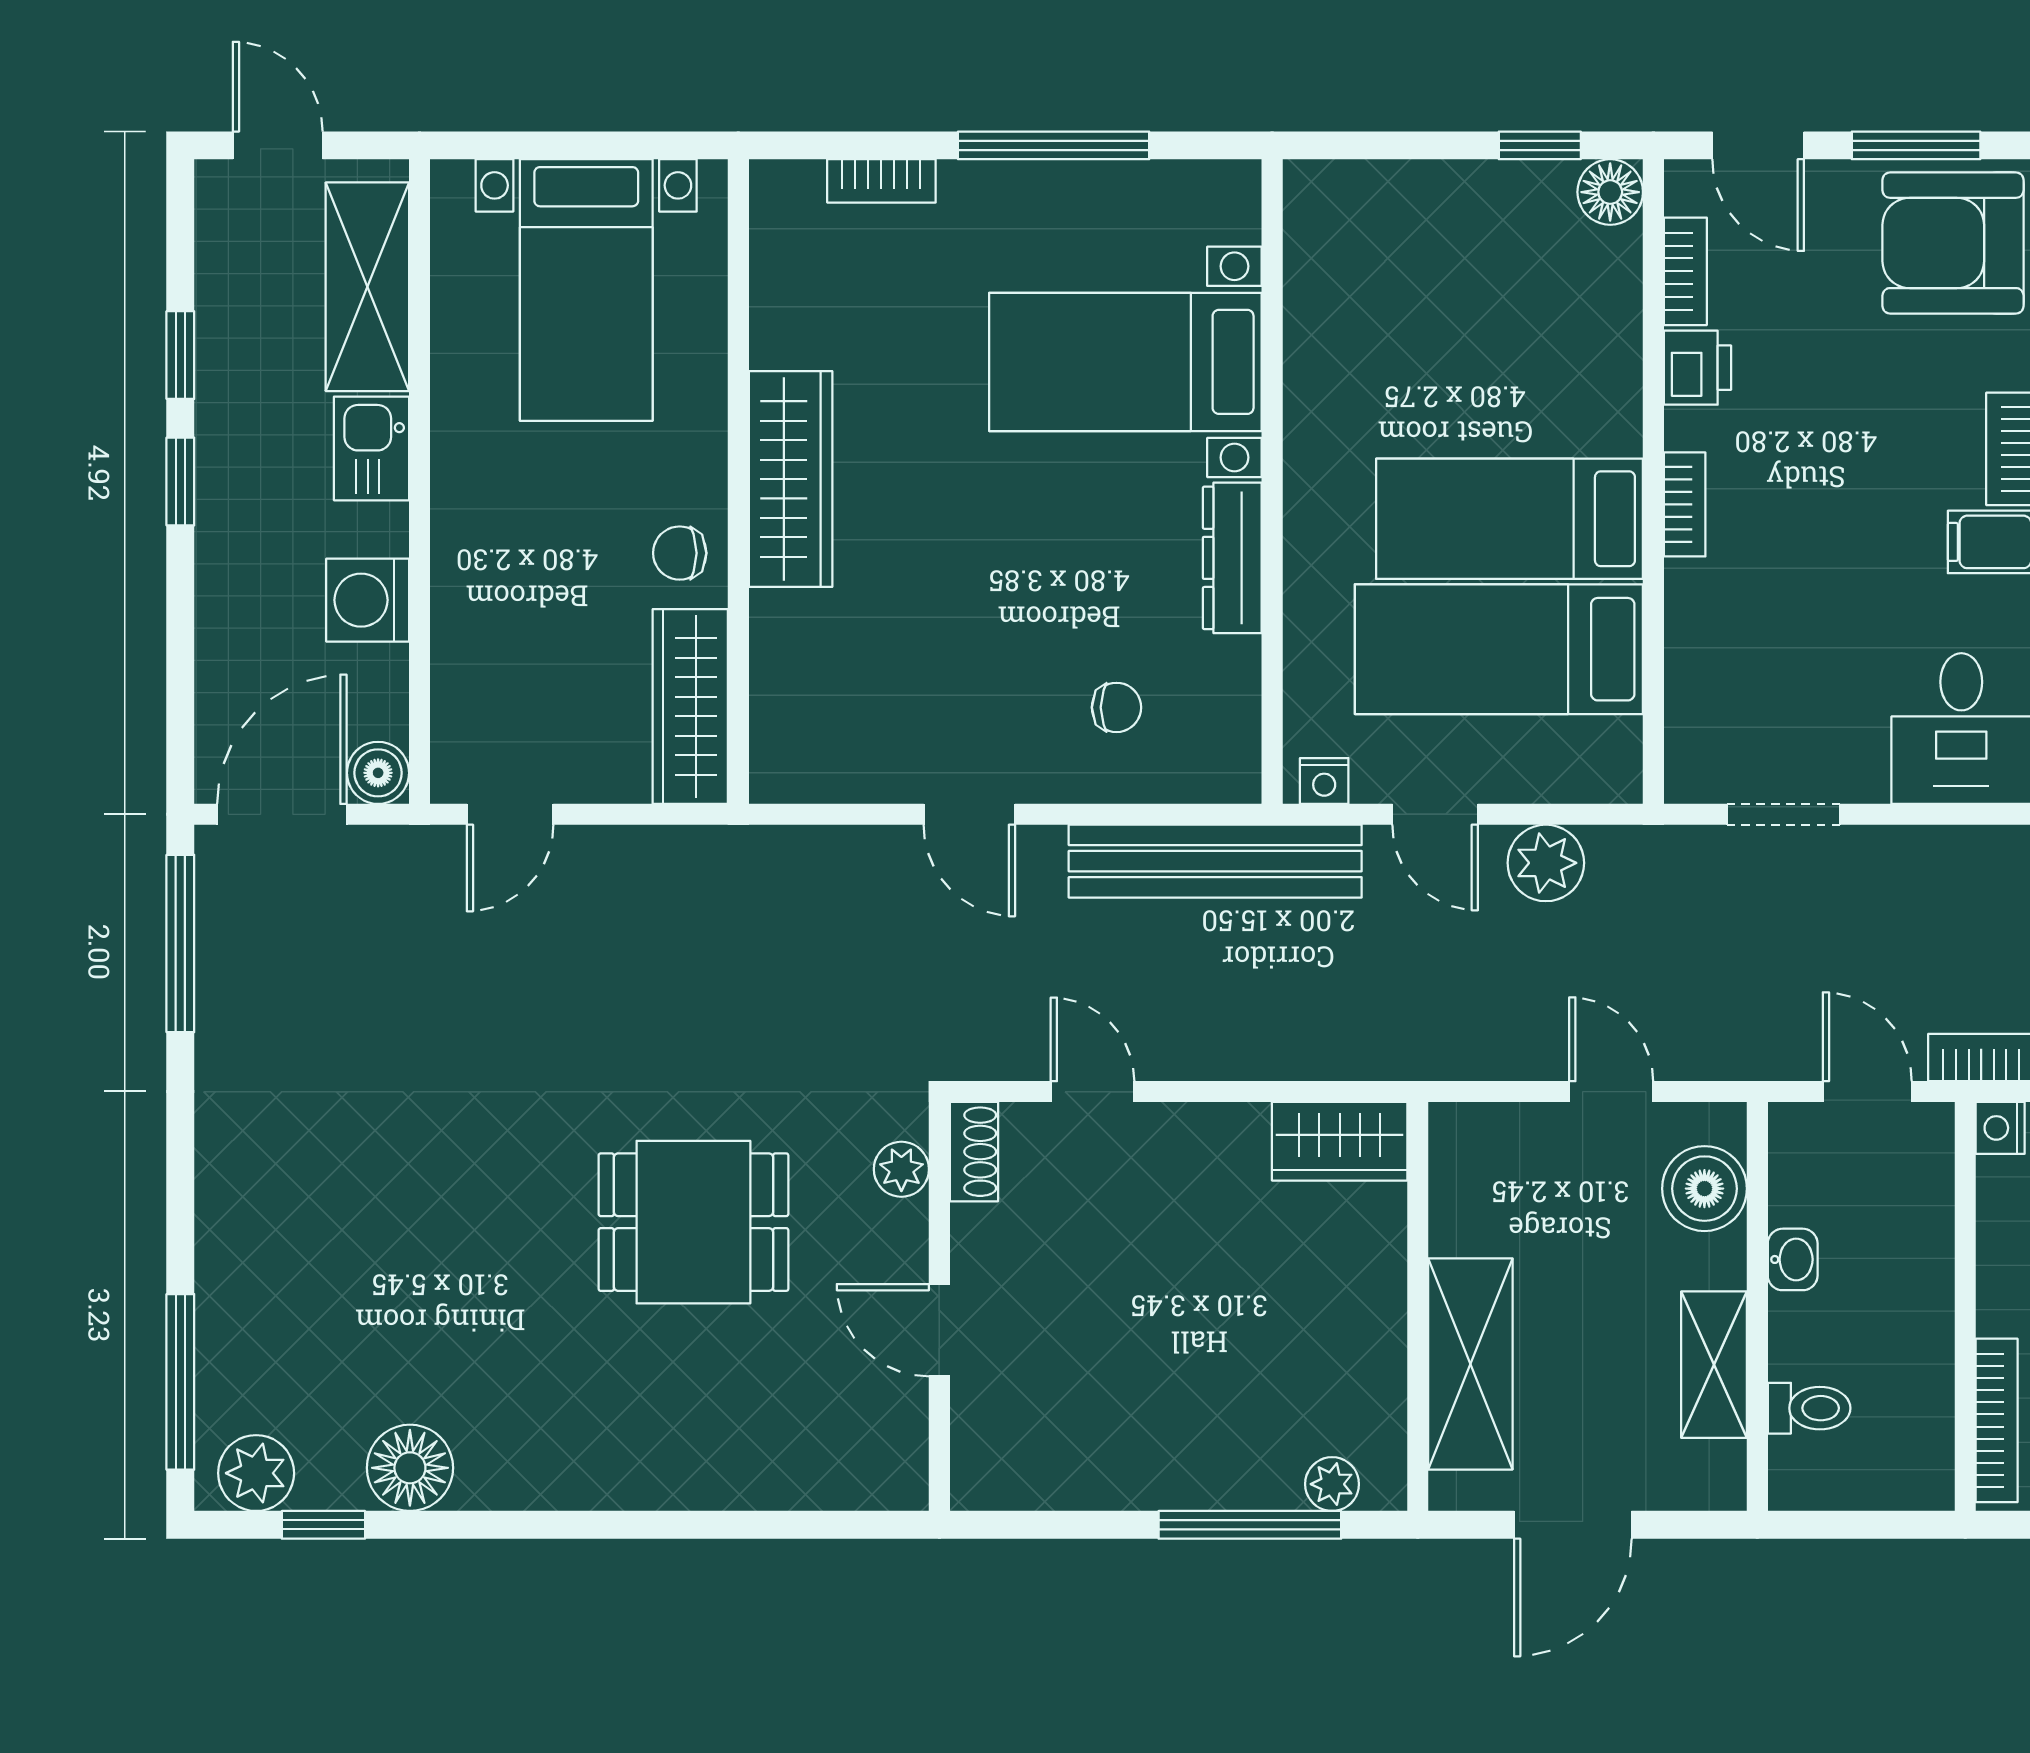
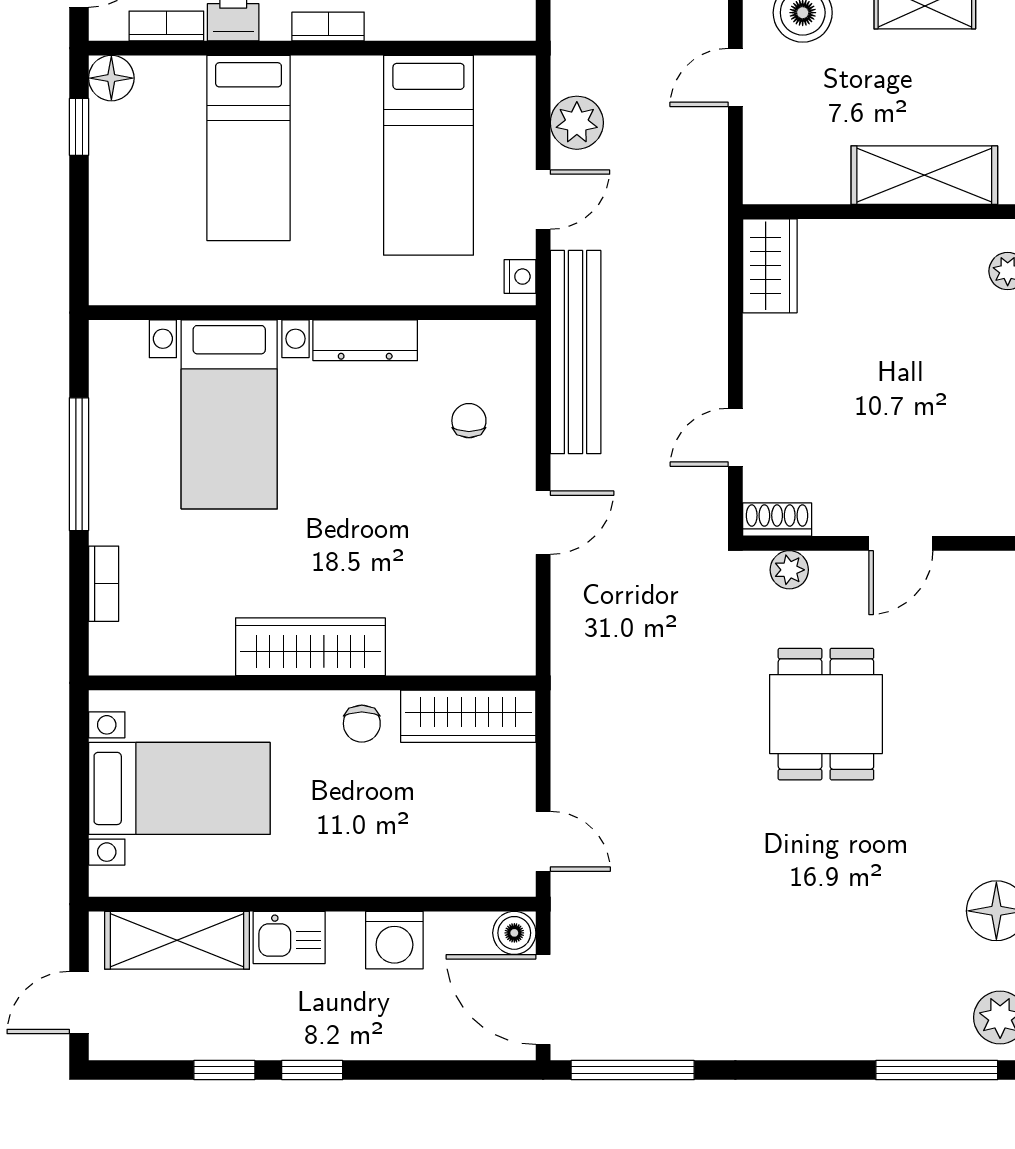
bed: (1510, 519) -> (249, 148), moved

